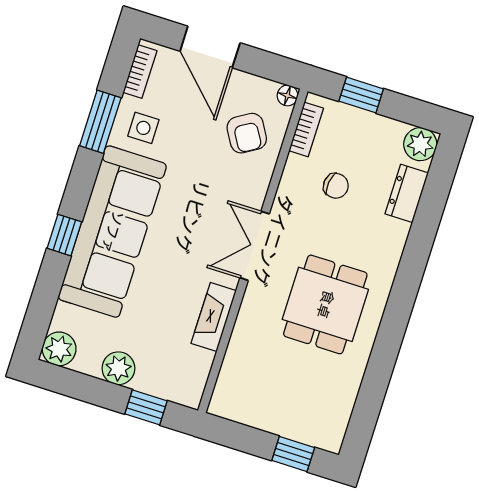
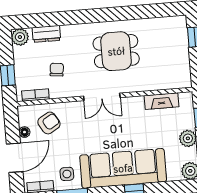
floor lamp: (287, 96) -> (24, 132), moved
fireplace: (214, 317) -> (161, 101), moved

